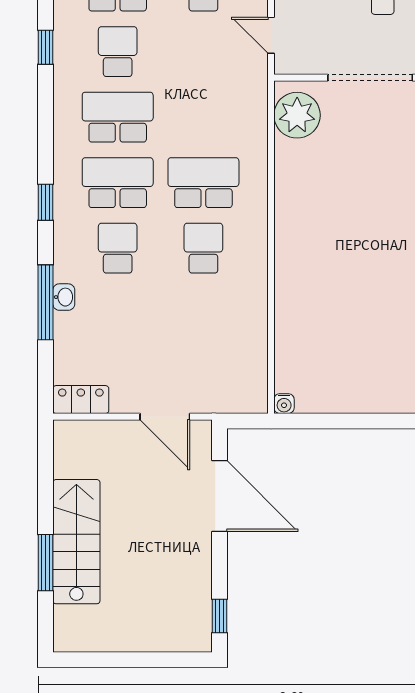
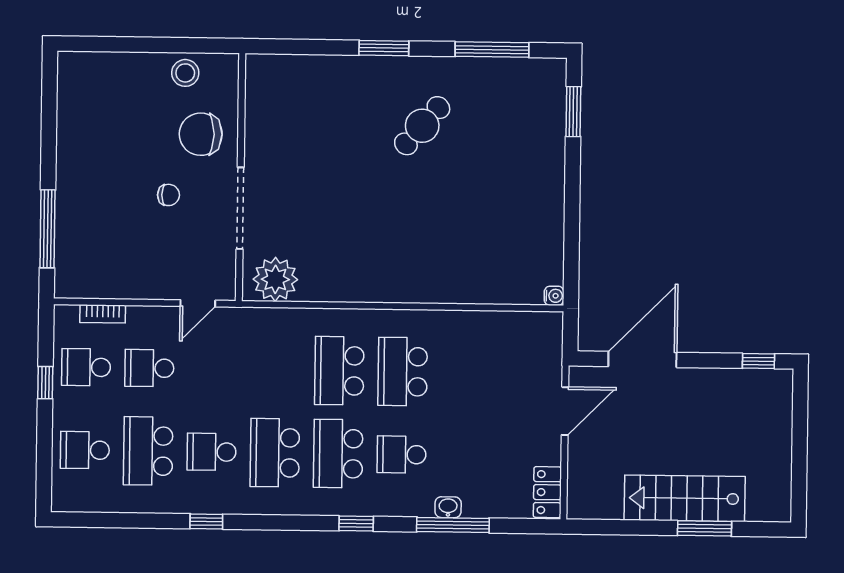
school desk: (203, 248) -> (403, 372), width x1.85

